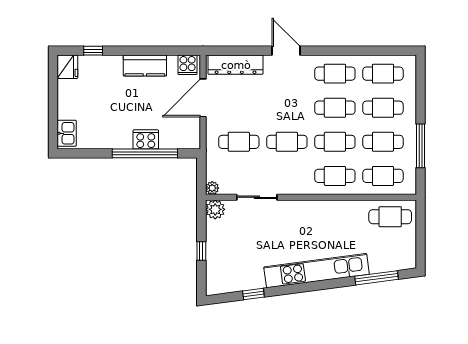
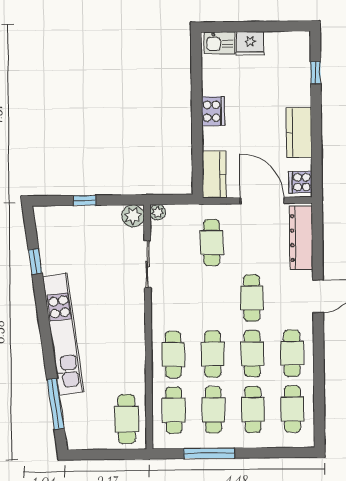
fridge: (67, 67) -> (250, 43), moved
cooker: (146, 139) -> (213, 111), moved
kitchen counter: (180, 139) -> (214, 174), added
cafe table: (287, 142) -> (252, 298), moved
window: (145, 153) -> (197, 134), removed

